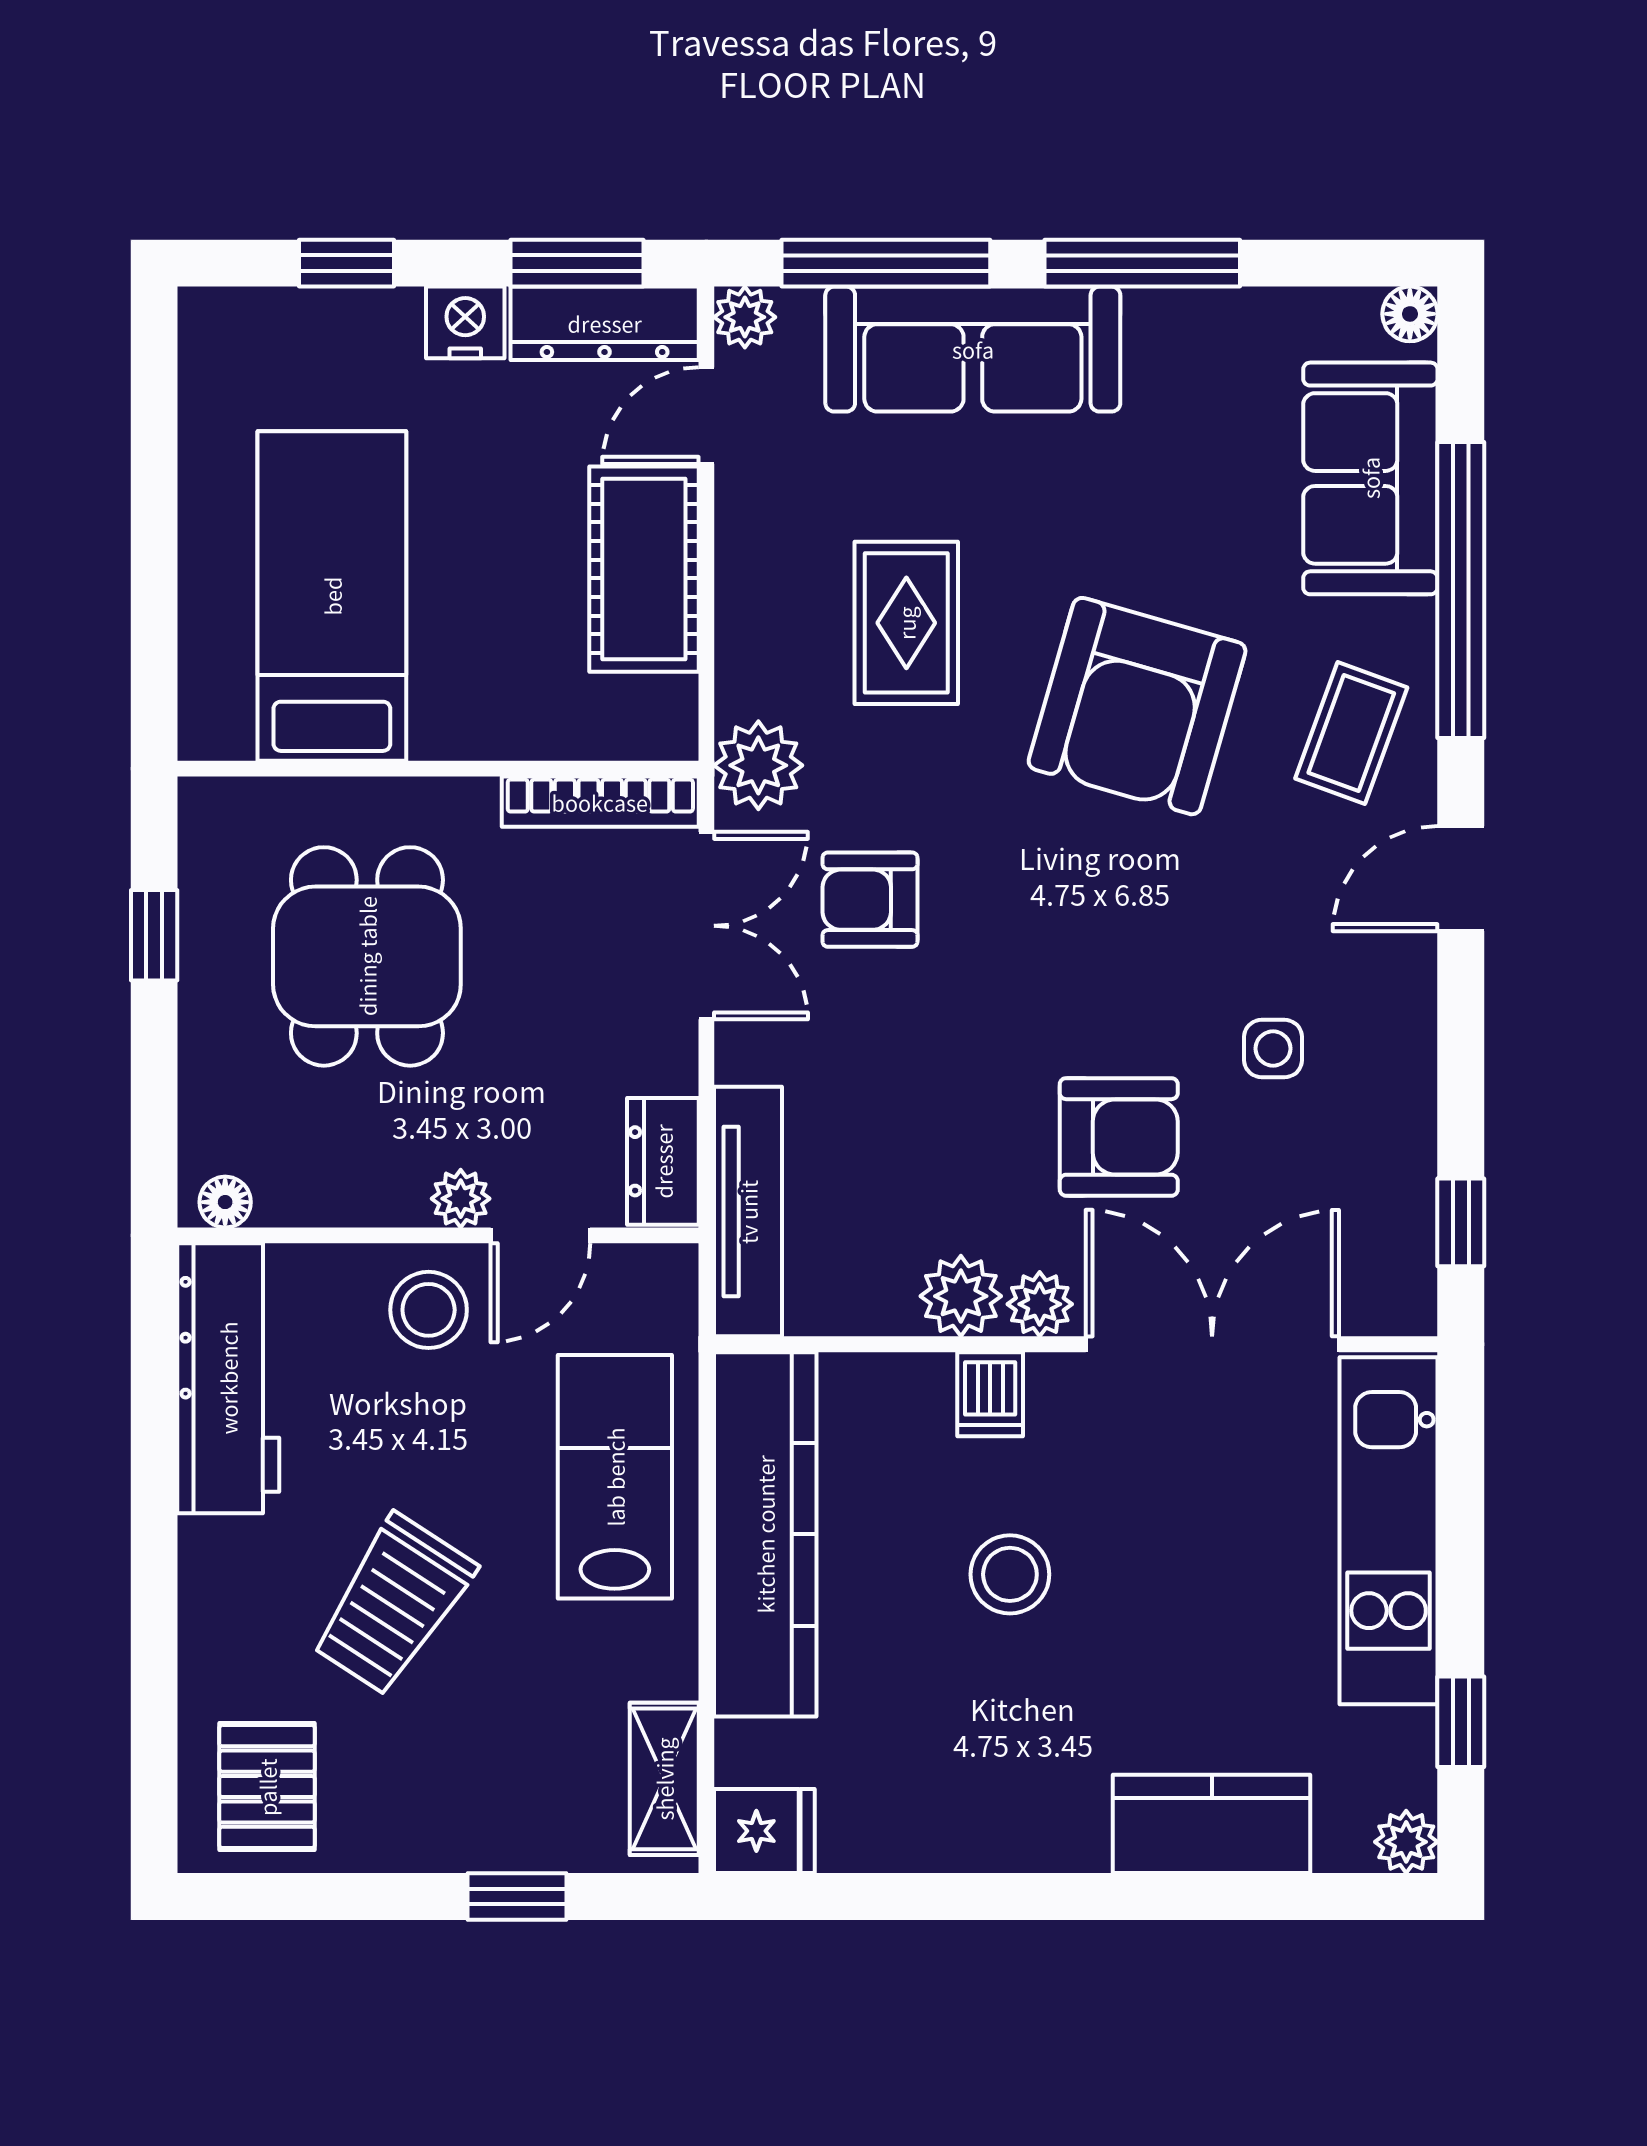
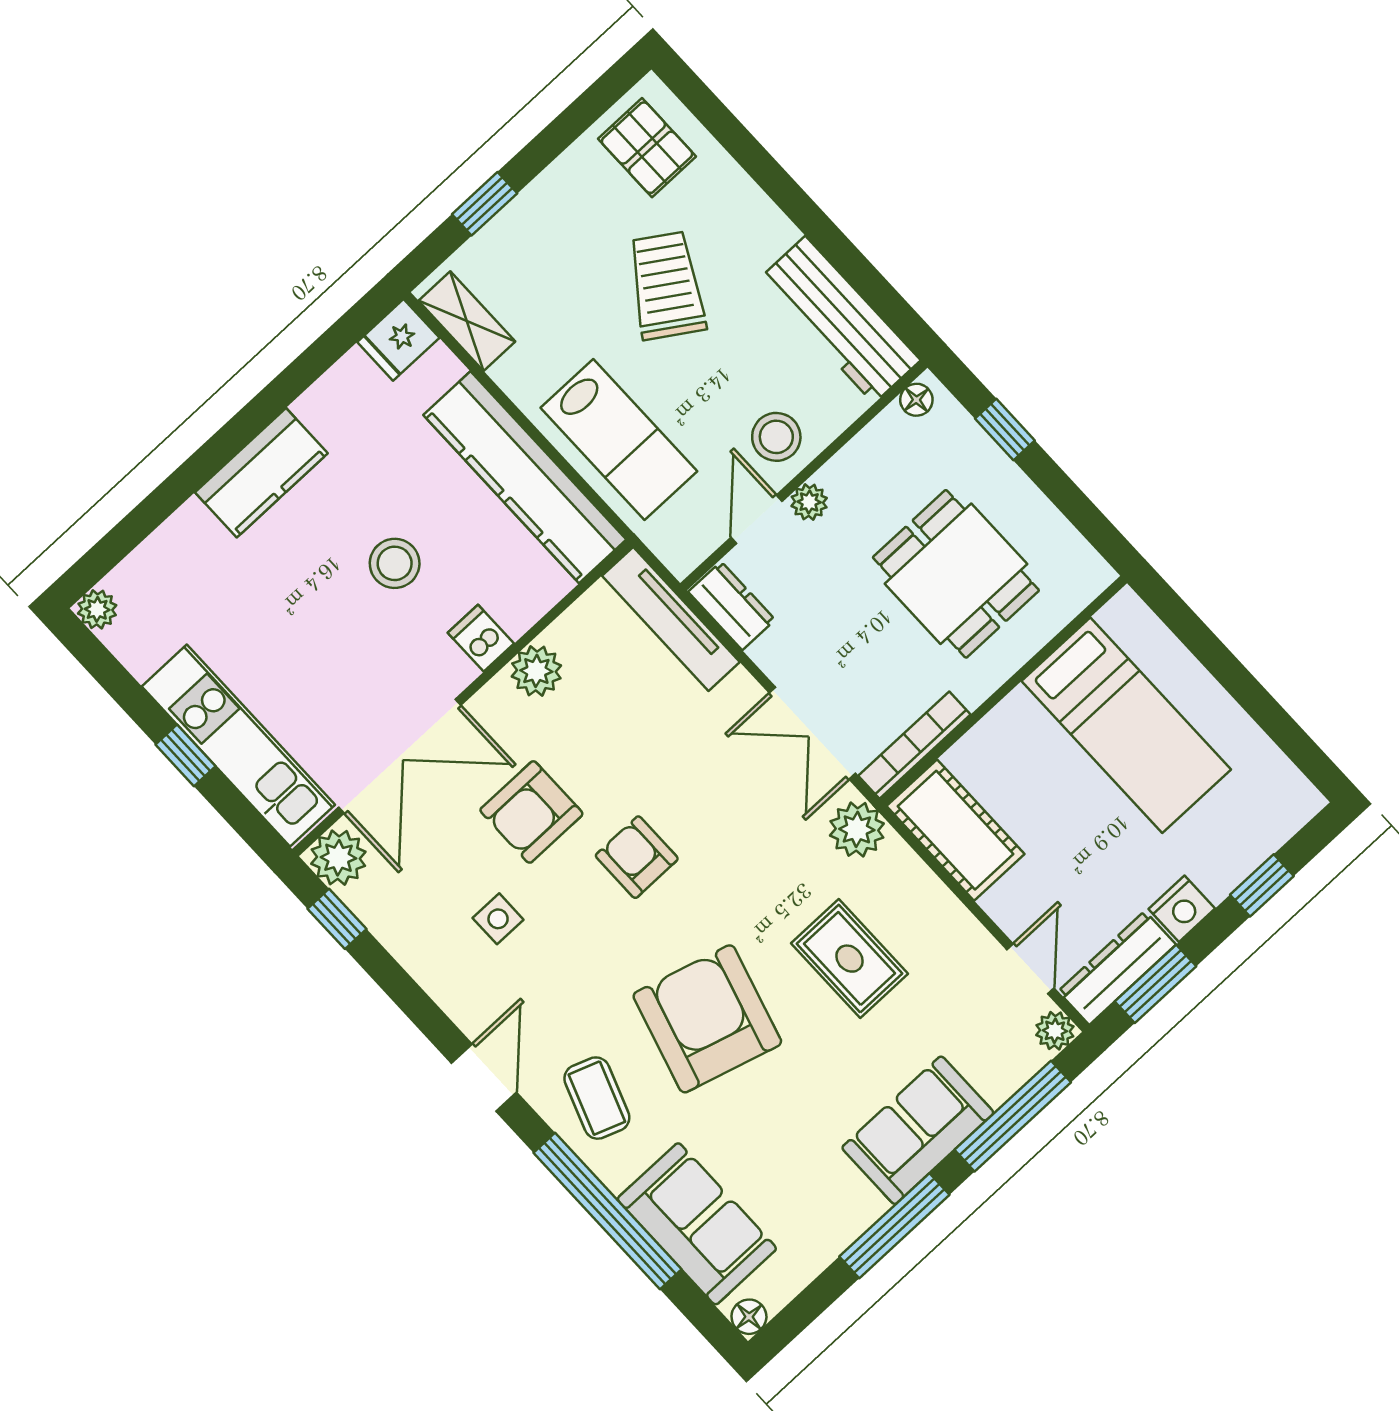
sofa: (973, 349) -> (918, 1130), width x0.73
cot: (644, 569) -> (956, 830), moved
armchair: (870, 900) -> (637, 857), moved, turned -90
window: (154, 935) -> (1005, 429), moved
plant: (1040, 1304) -> (338, 858), moved, width x1.38, depth x1.38
window: (1461, 1722) -> (185, 755), moved
kitchen counter: (1212, 1824) -> (261, 473), moved

